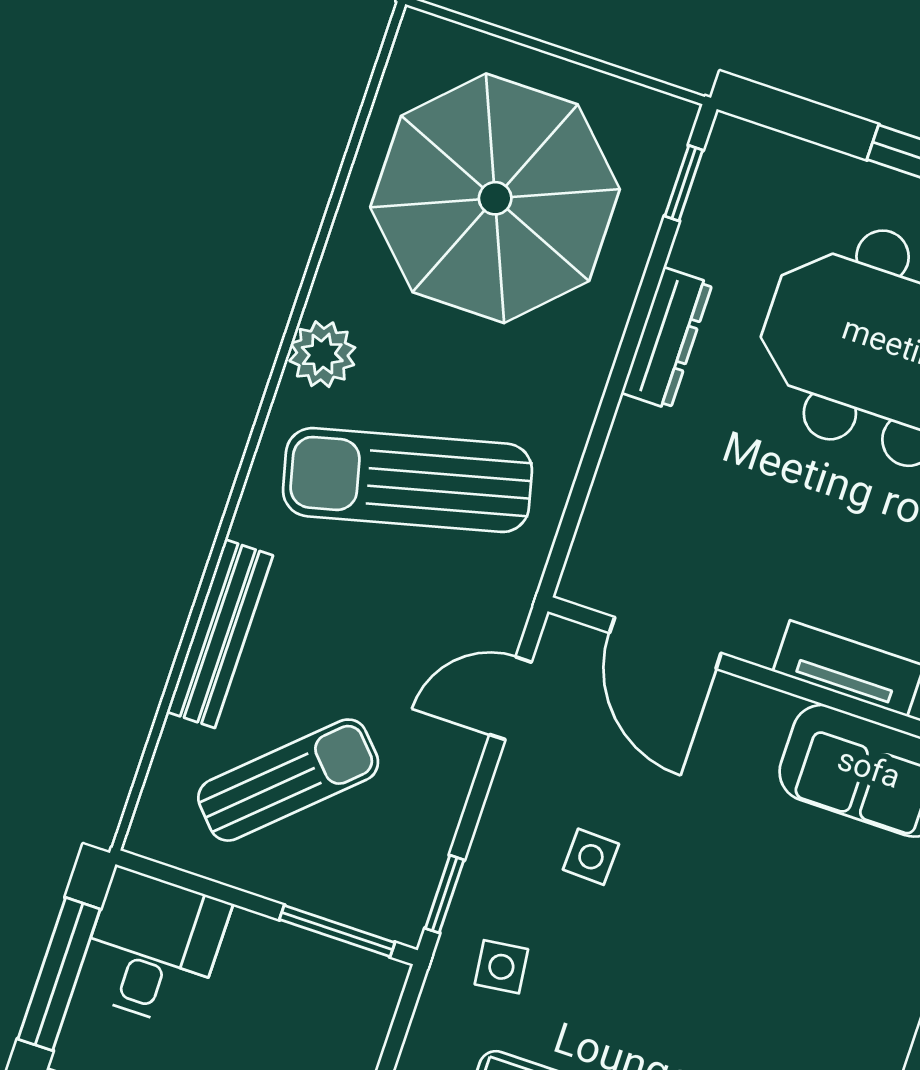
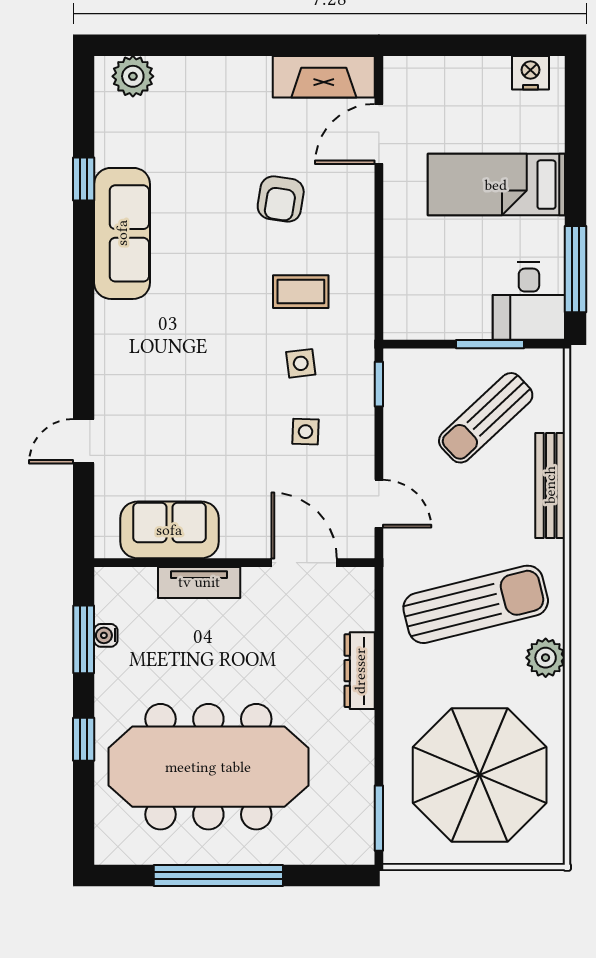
window: (684, 183) -> (379, 818), width x1.50
dresser: (667, 338) -> (360, 671), moved
door: (510, 698) -> (379, 504), hinge flipped
window: (337, 931) -> (490, 344), moved
side table: (501, 967) -> (301, 363), moved

